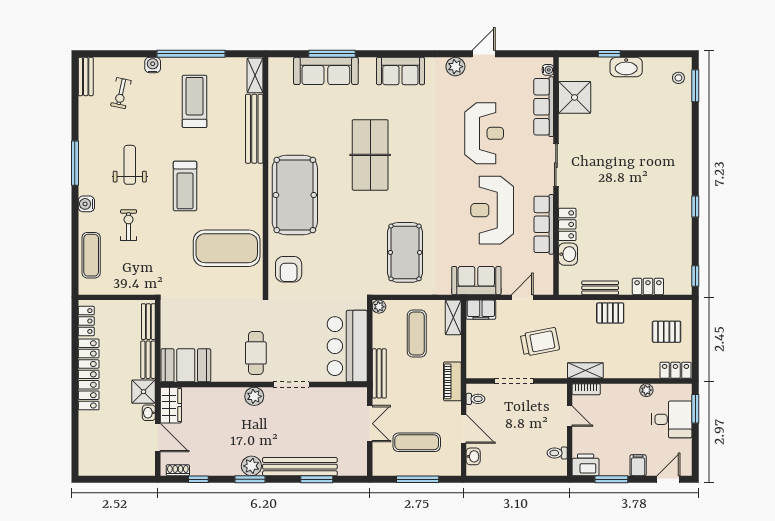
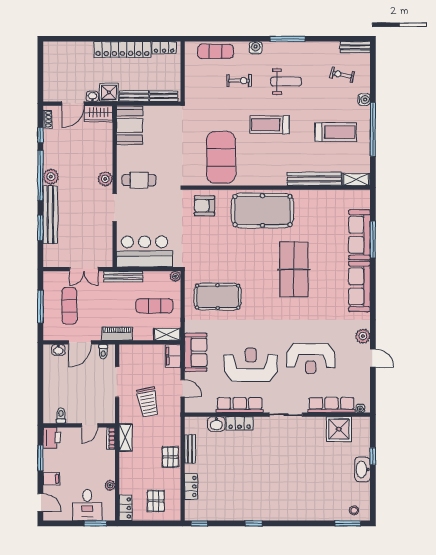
sofa: (400, 71) -> (359, 286), width x1.36
table tennis table: (370, 155) -> (294, 269), turned 90
window: (250, 479) -> (40, 176), width x2.11

